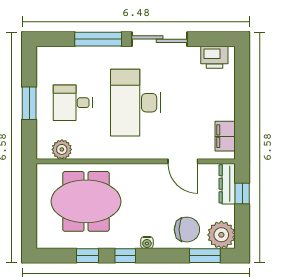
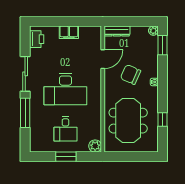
filing cabinet: (225, 136) -> (69, 32), moved
plant: (62, 149) -> (95, 146), moved
window: (242, 194) -> (123, 22), removed
chair: (187, 230) -> (131, 75), moved, turned -66
plant: (221, 235) -> (153, 31), width x0.53, depth x0.53
window: (125, 256) -> (162, 96), removed

